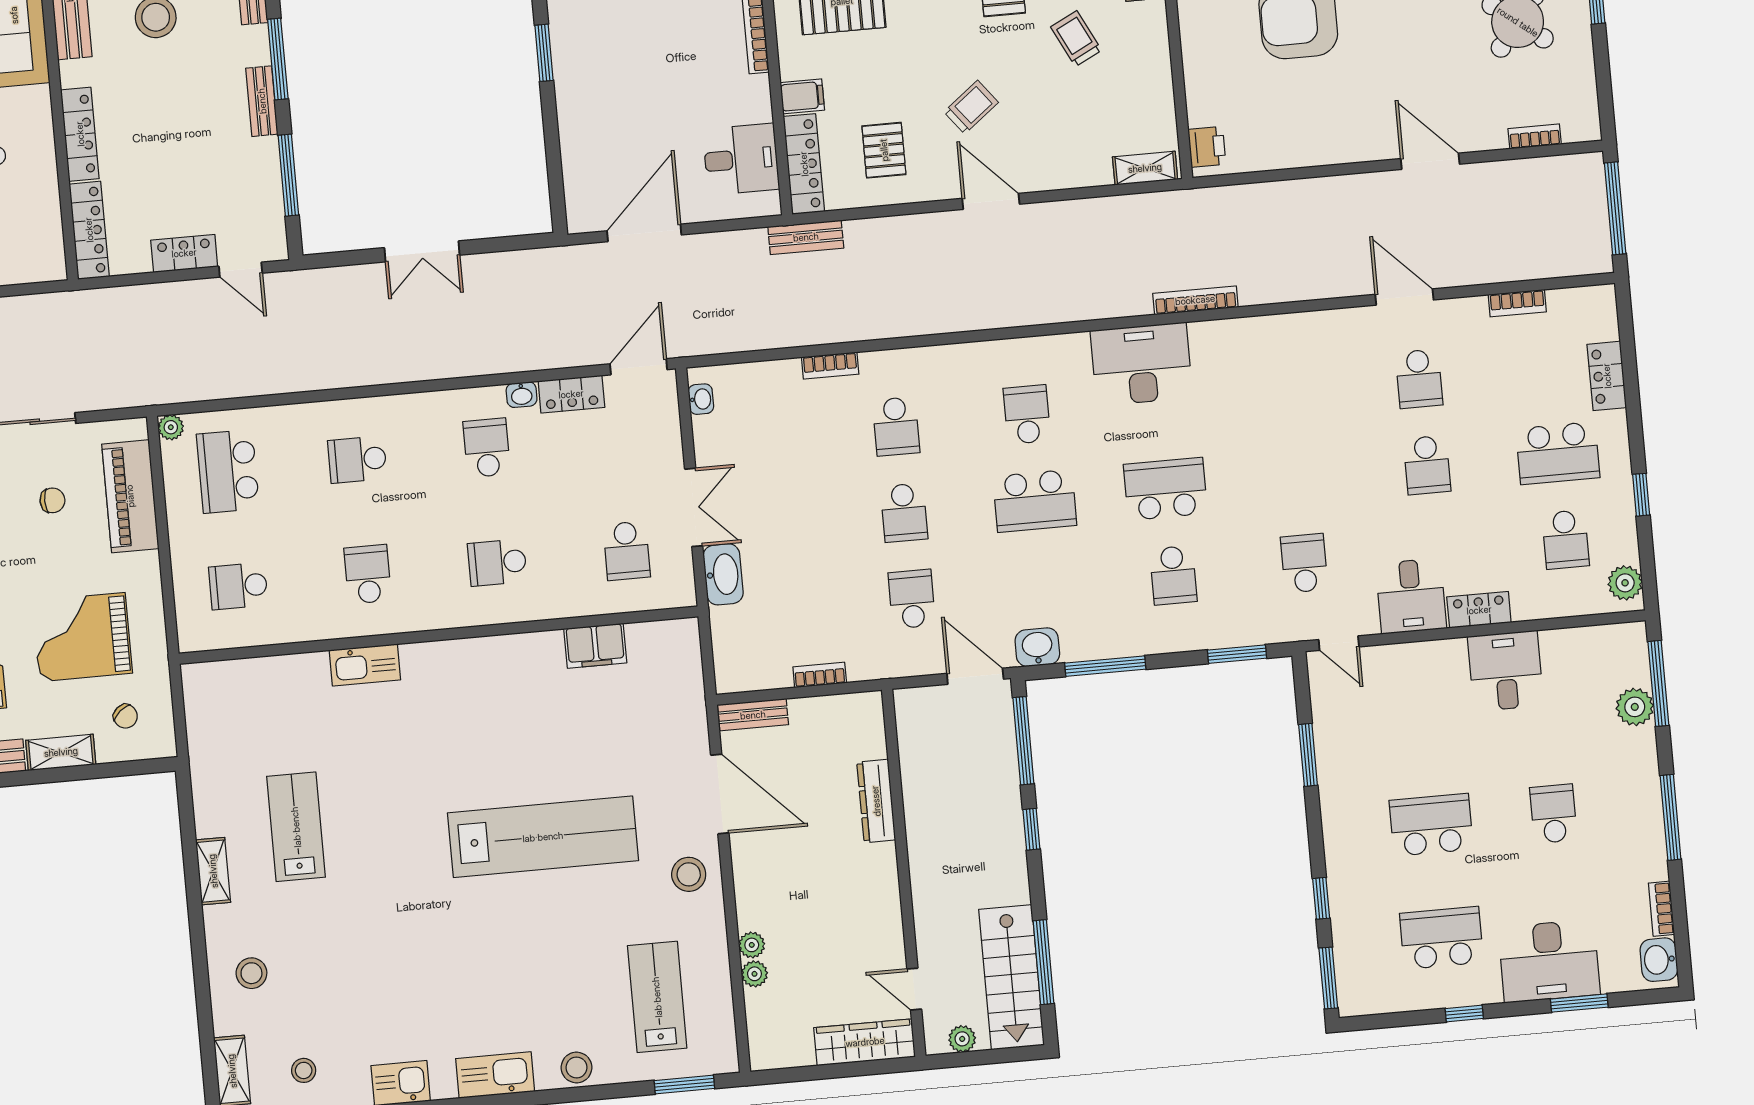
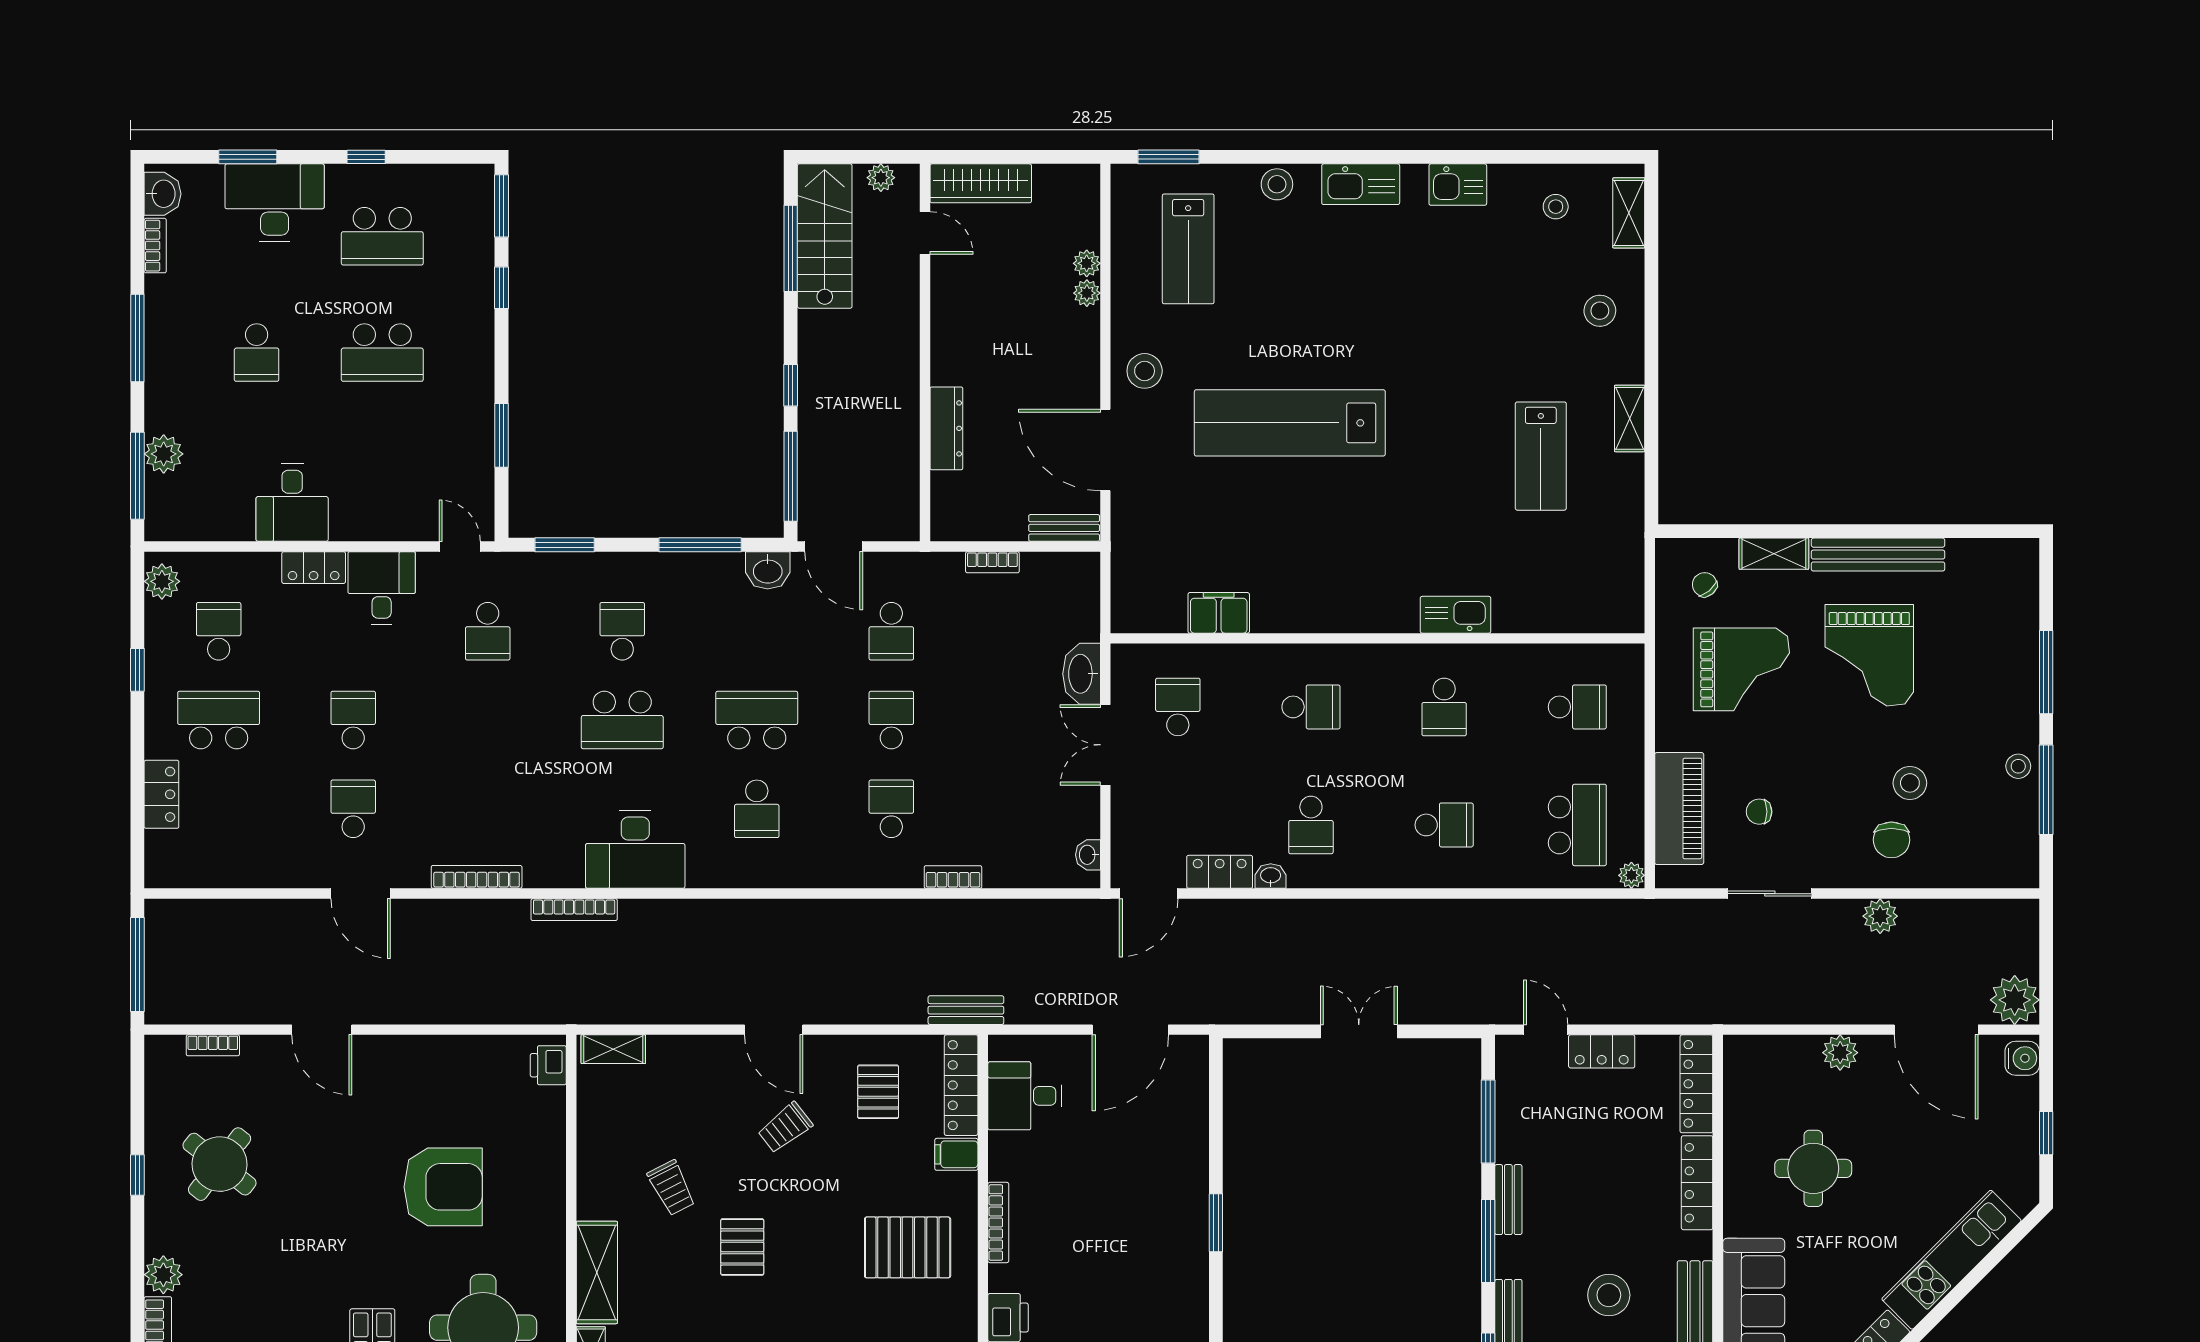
bookcase: (1517, 303) -> (477, 877), moved, width x1.56

